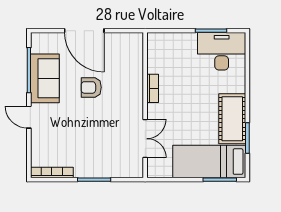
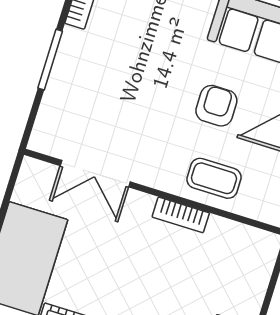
coffee table: (129, 77) -> (214, 178), added

